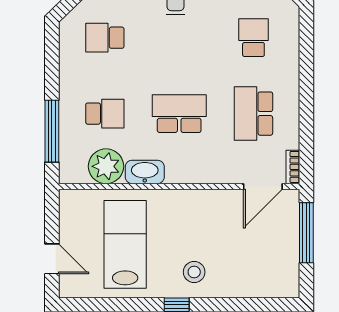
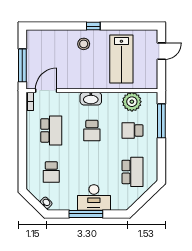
school desk: (105, 38) -> (132, 172), width x1.85
school desk: (179, 114) -> (92, 130), width x0.54
washbasin: (145, 172) -> (91, 99), moved
door: (52, 259) -> (161, 51), swing flipped

